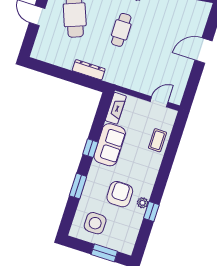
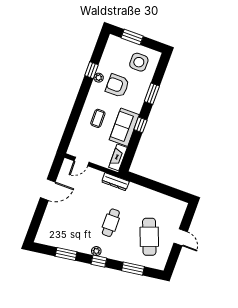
door: (203, 50) -> (48, 190), moved
dresser: (89, 70) -> (115, 182), moved
coffee table: (157, 140) -> (98, 118), moved
armchair: (120, 194) -> (117, 86), turned 90

